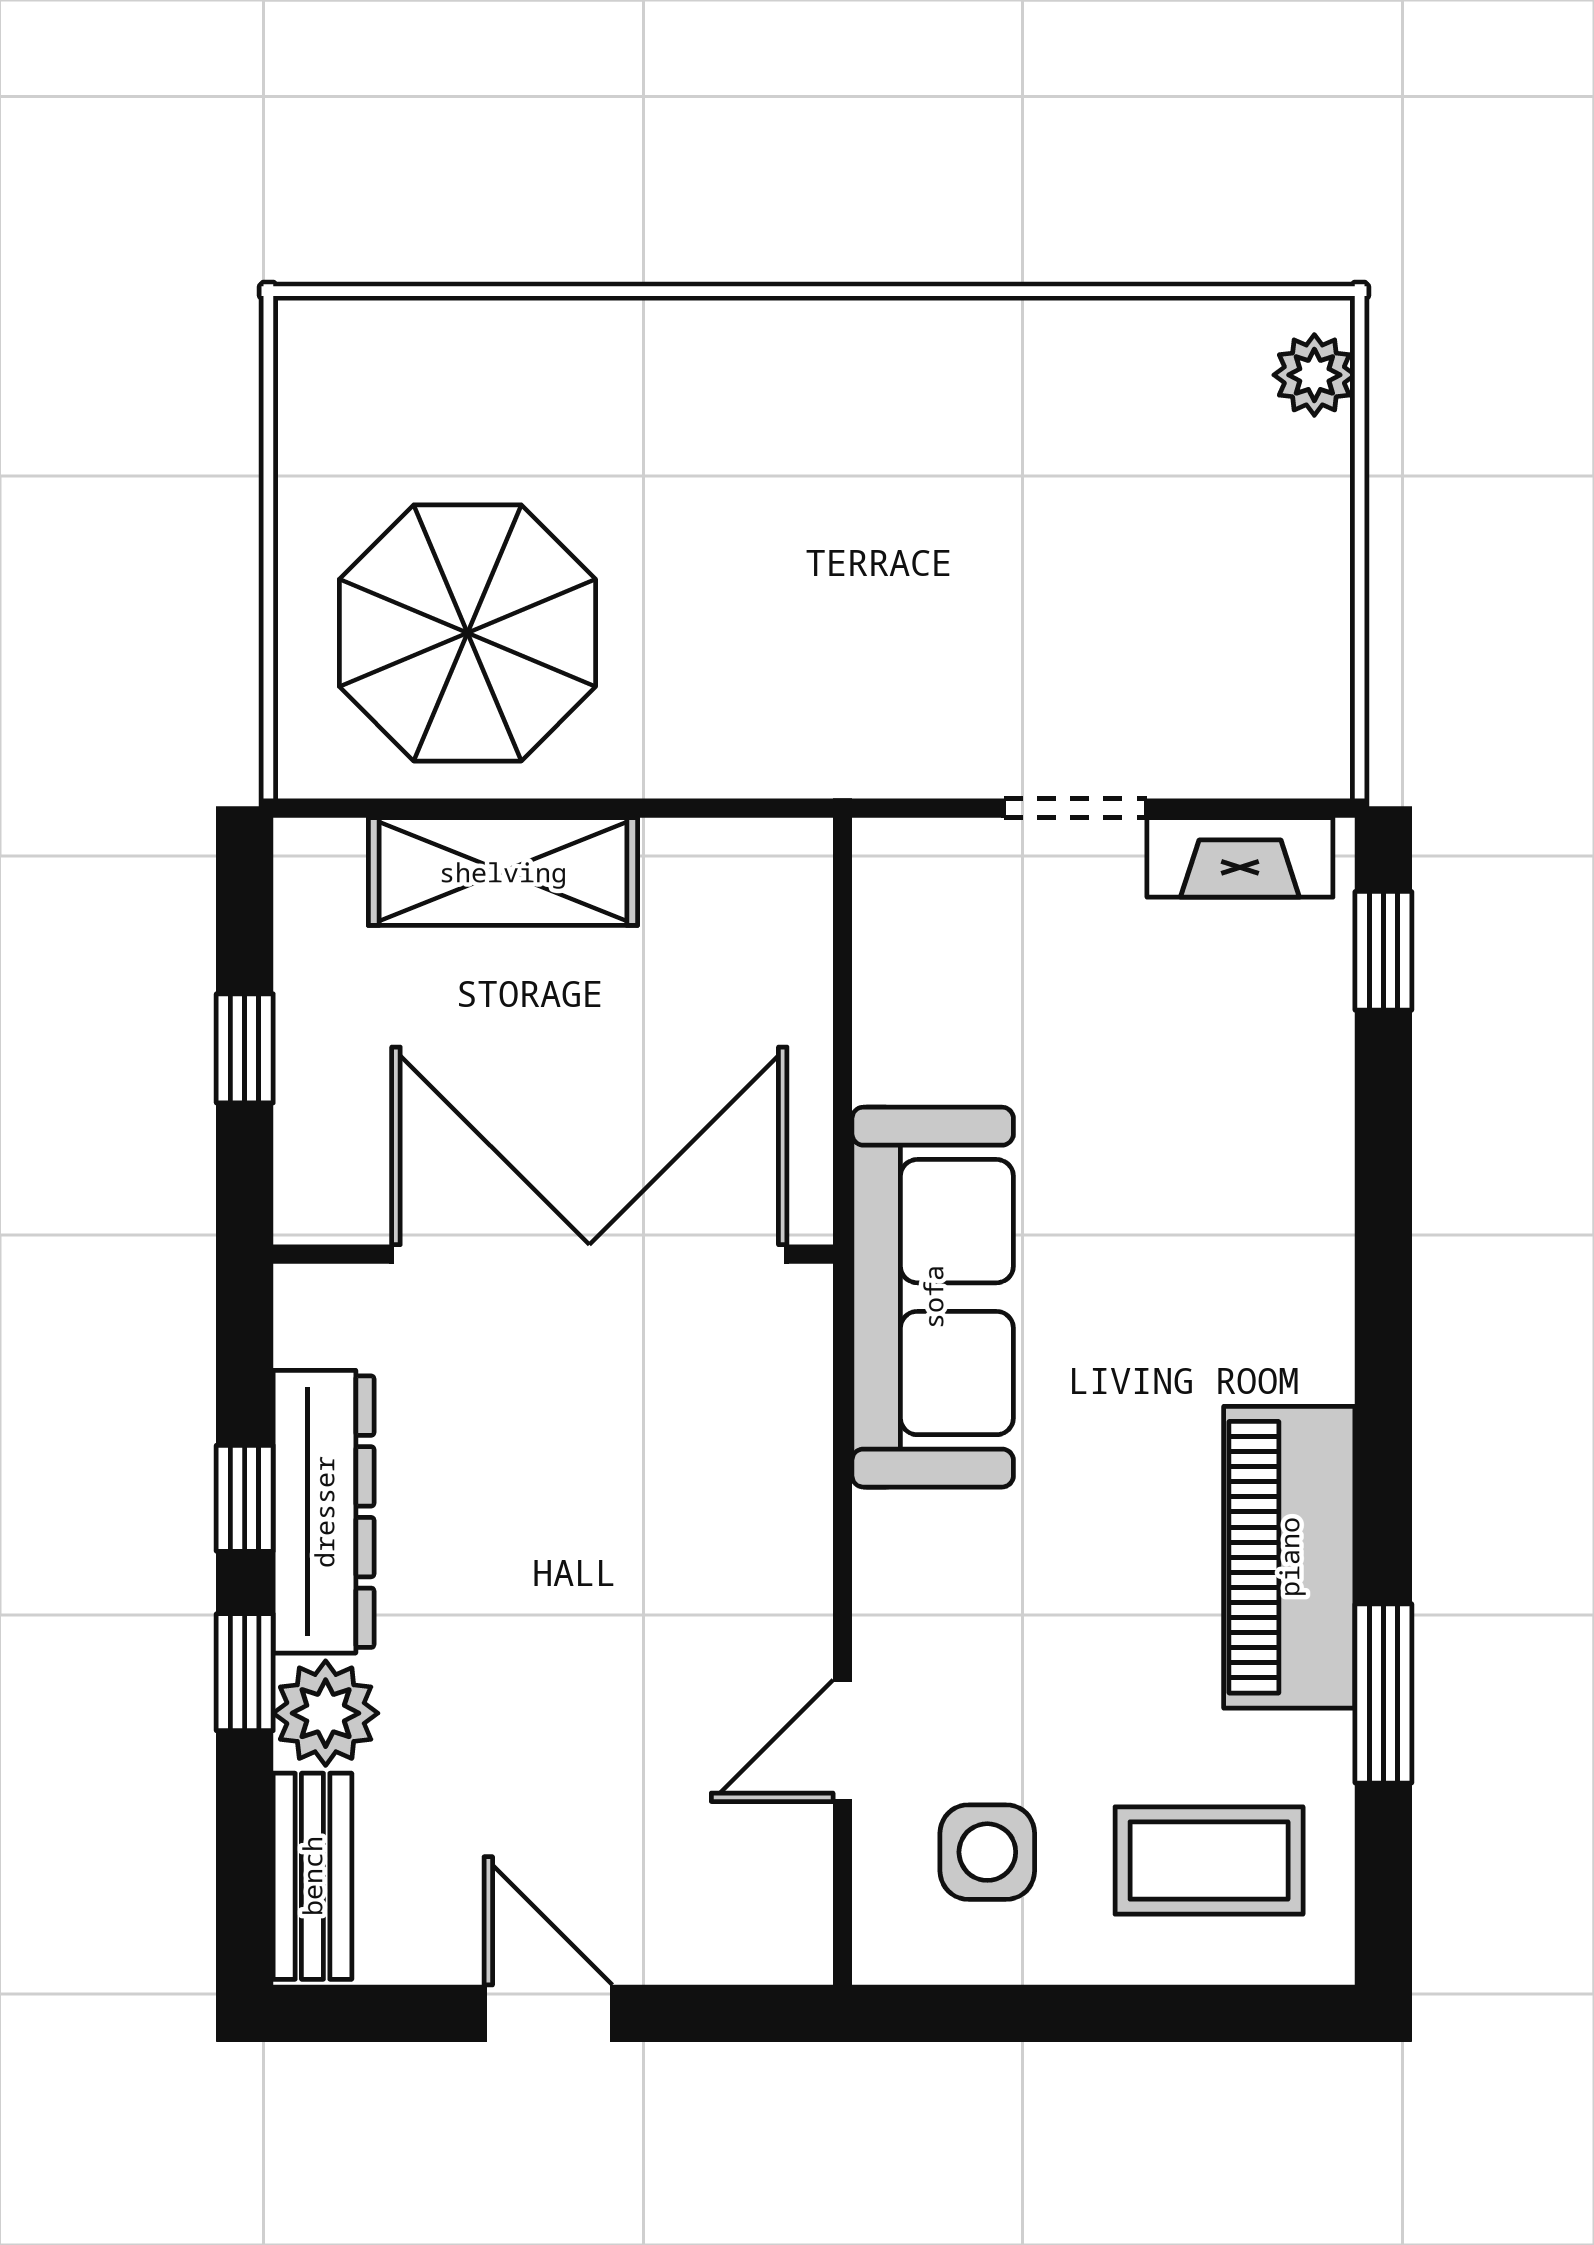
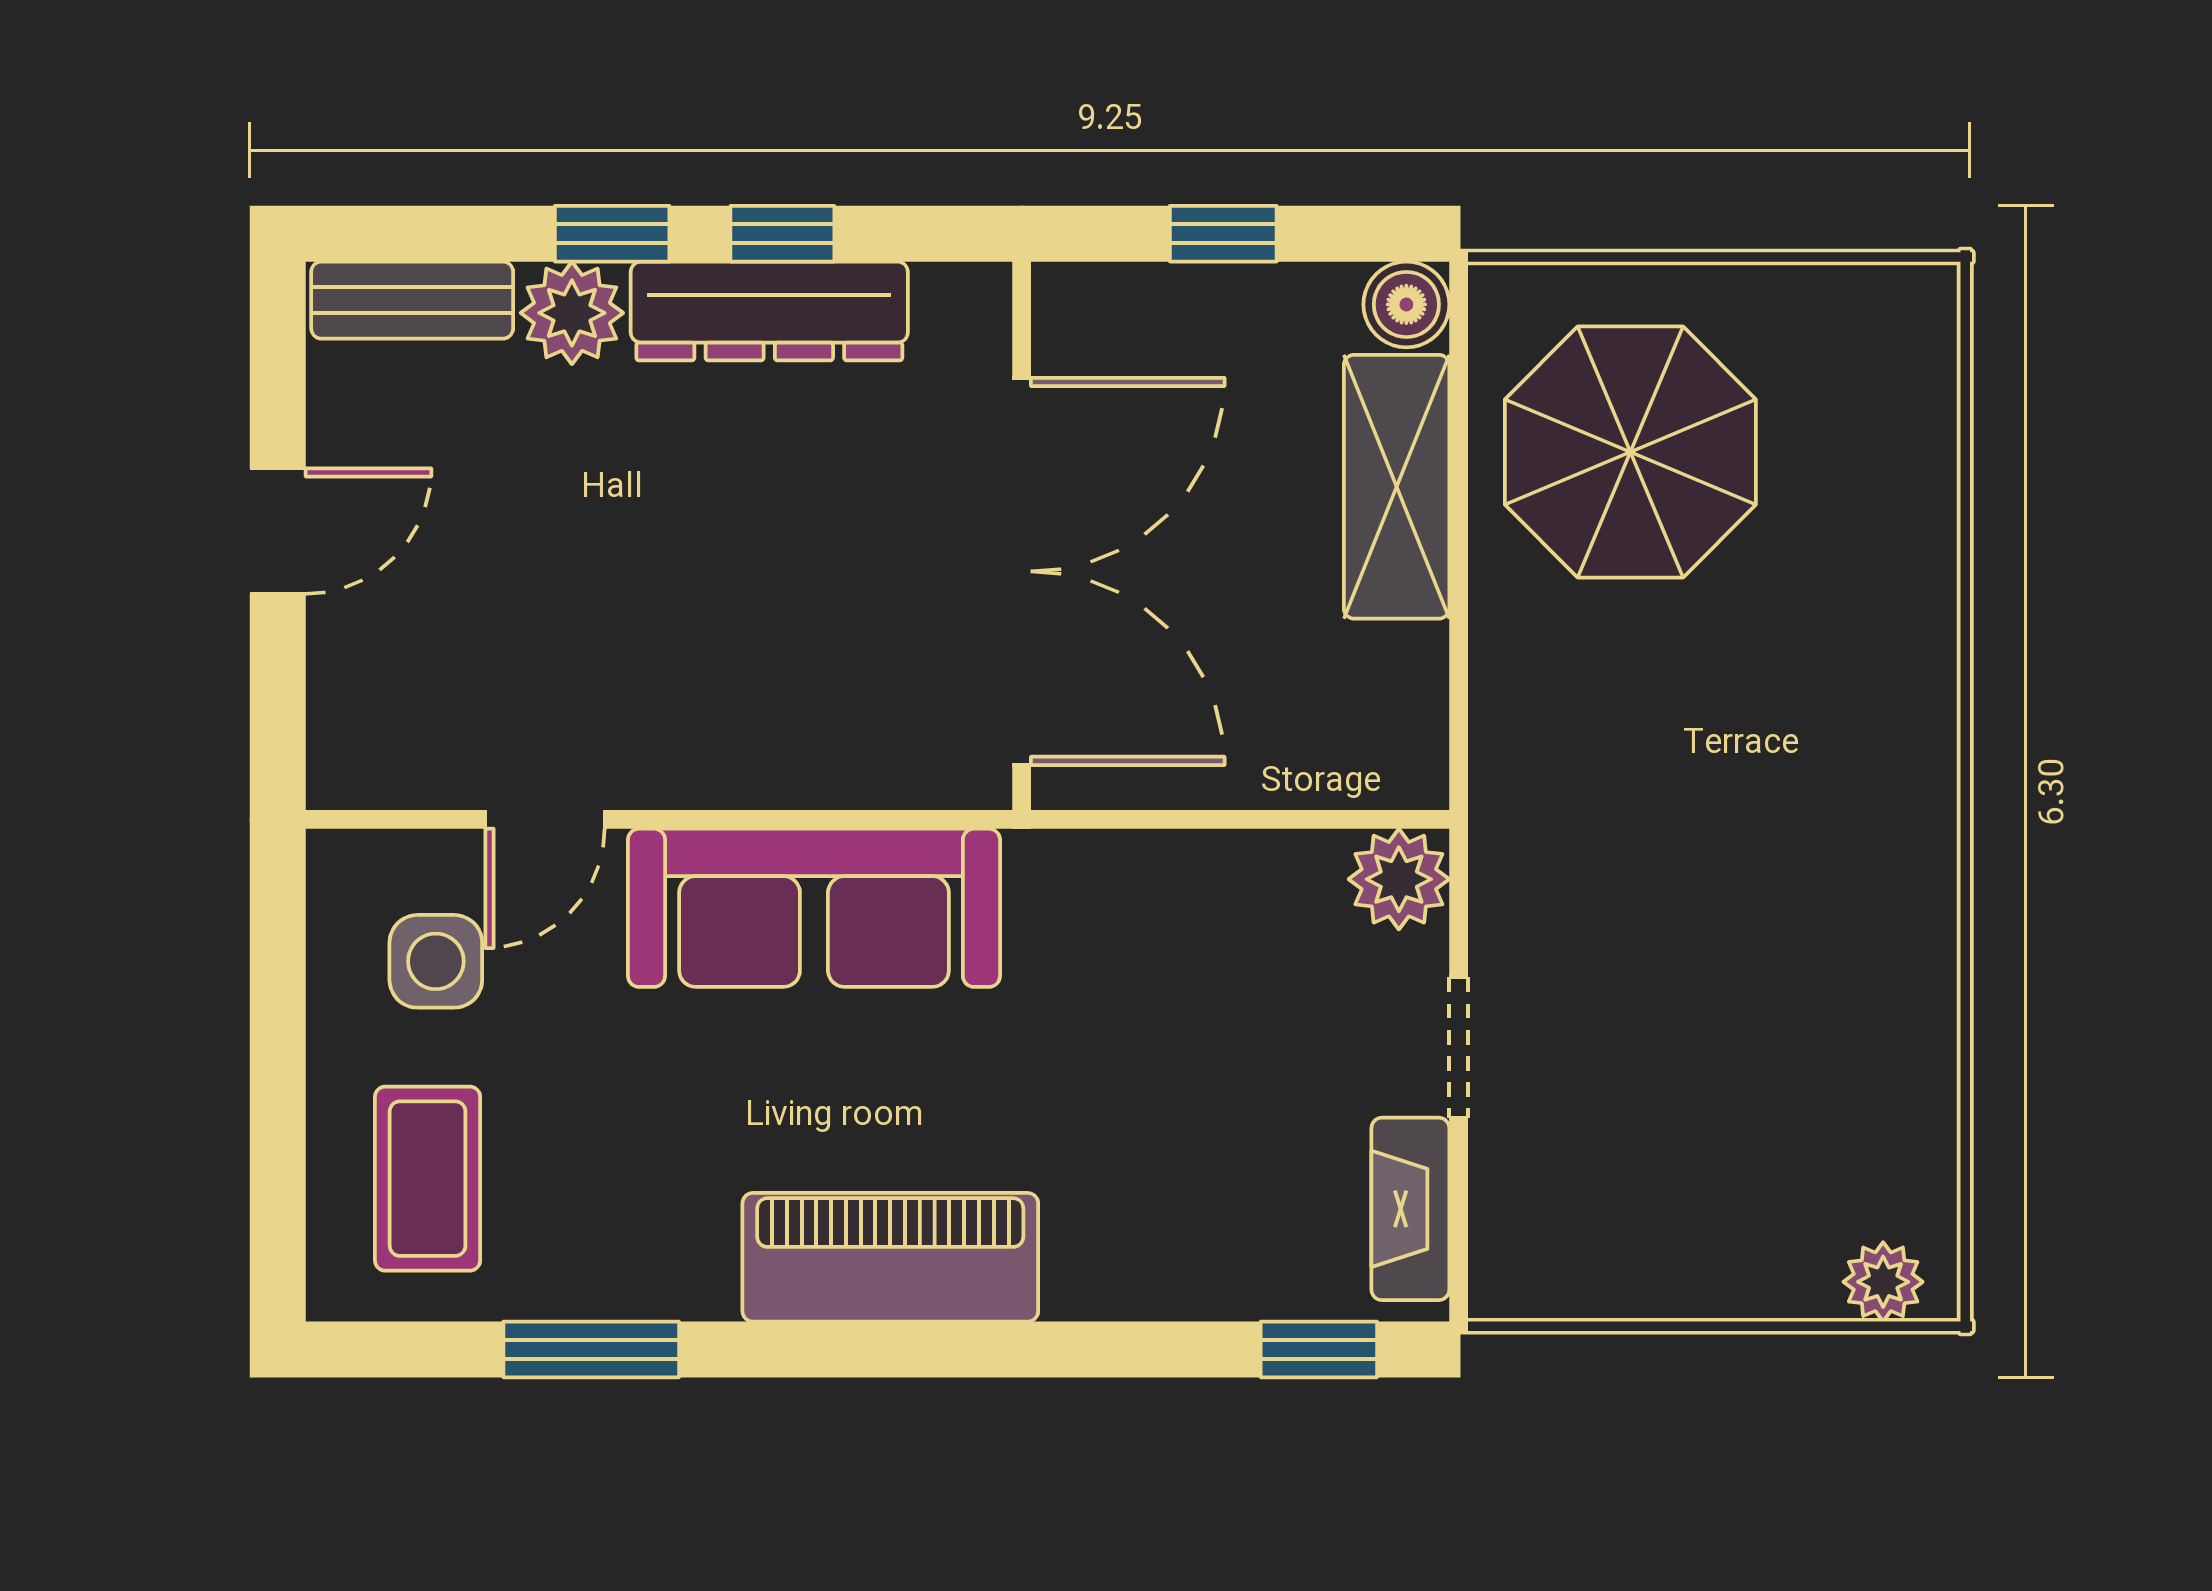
boiler: (317, 861) -> (1406, 304), added
plant: (903, 869) -> (1399, 879), added
sofa: (933, 1297) -> (814, 908), moved
piano: (1289, 1557) -> (890, 1257), moved
door: (842, 1741) -> (545, 819), swing flipped

